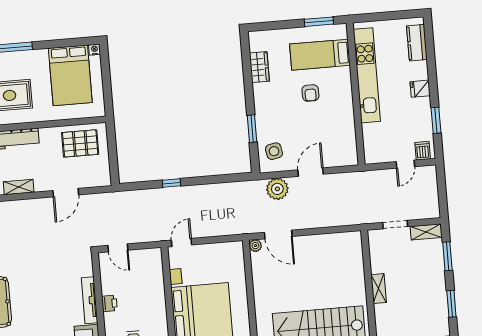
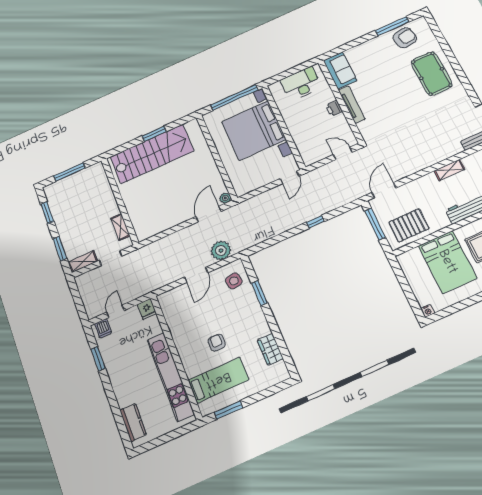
bed: (70, 75) -> (447, 262), moved, turned 180
fridge: (420, 89) -> (147, 309), moved, turned 90
window: (113, 158) -> (375, 224), added
door: (66, 193) -> (384, 190), moved
door: (278, 234) -> (208, 214), hinge flipped
shelving: (379, 289) -> (120, 227), moved

